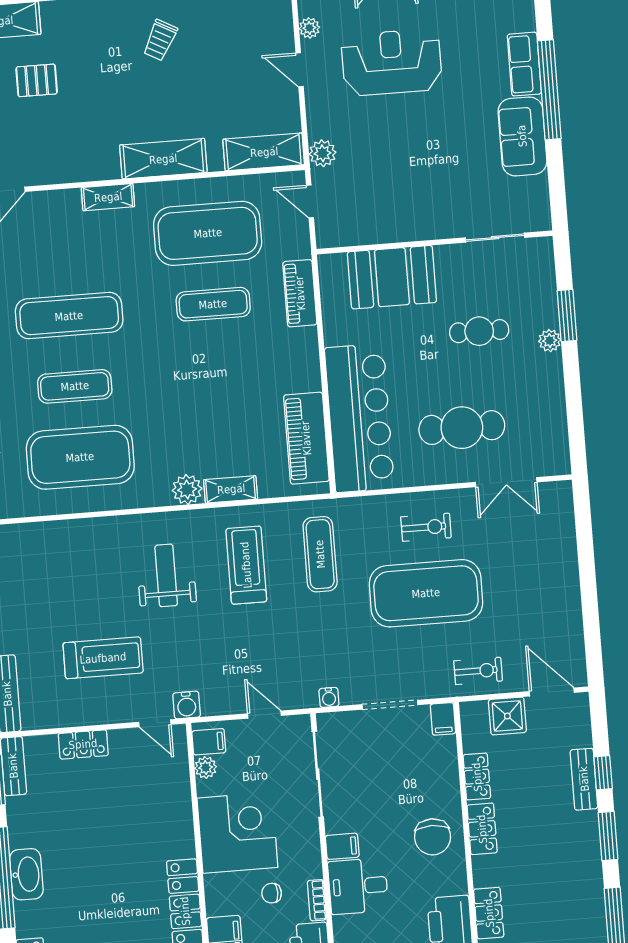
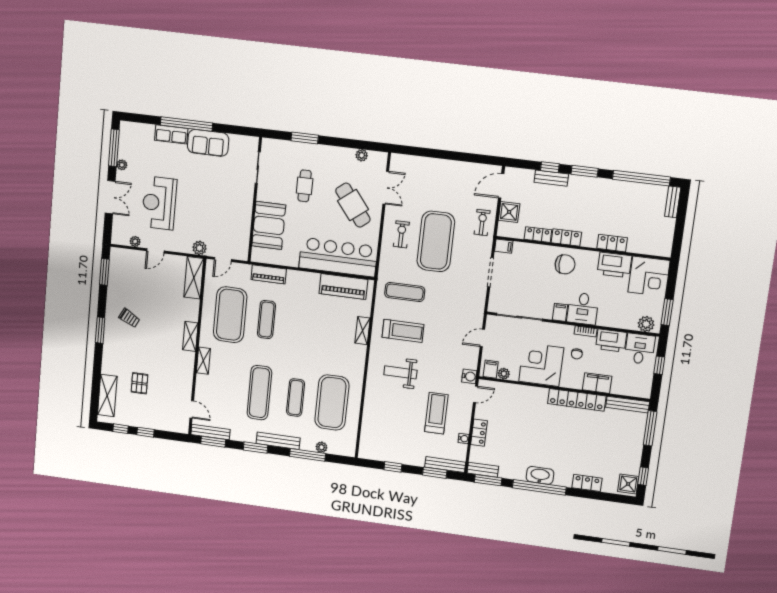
shelving: (163, 159) -> (190, 336), width x0.67, depth x0.75
plant: (550, 341) -> (362, 155), moved
cafe table: (462, 428) -> (353, 205), turned -38
plant: (187, 490) -> (358, 353), removed
treadmill: (246, 565) -> (403, 331), turned 180
water cooler: (329, 697) -> (464, 439), moved

